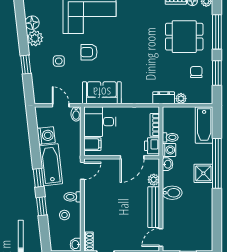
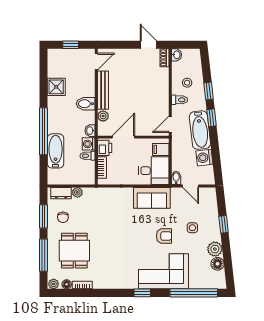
dining table: (184, 37) -> (74, 251), turned 90
dresser: (164, 98) -> (61, 193), moved
bathtub: (204, 125) -> (56, 151), moved
shower: (203, 173) -> (56, 87), moved

